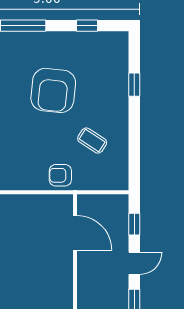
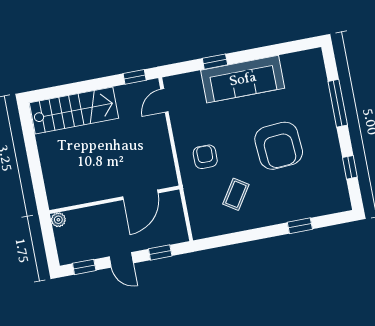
armchair: (53, 90) -> (279, 146), turned -100
armchair: (60, 175) -> (205, 157), moved

